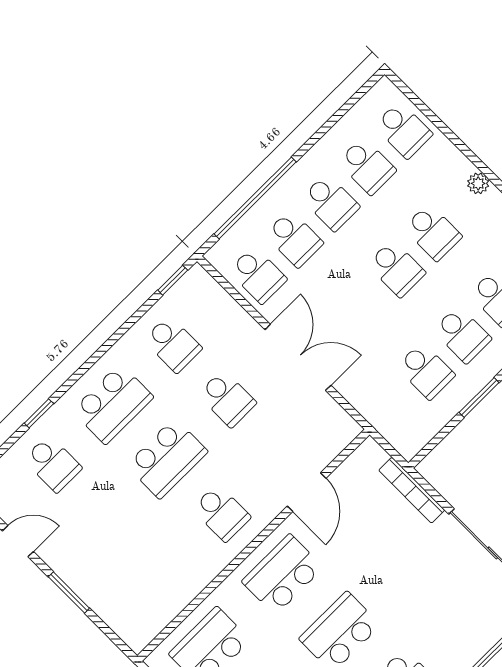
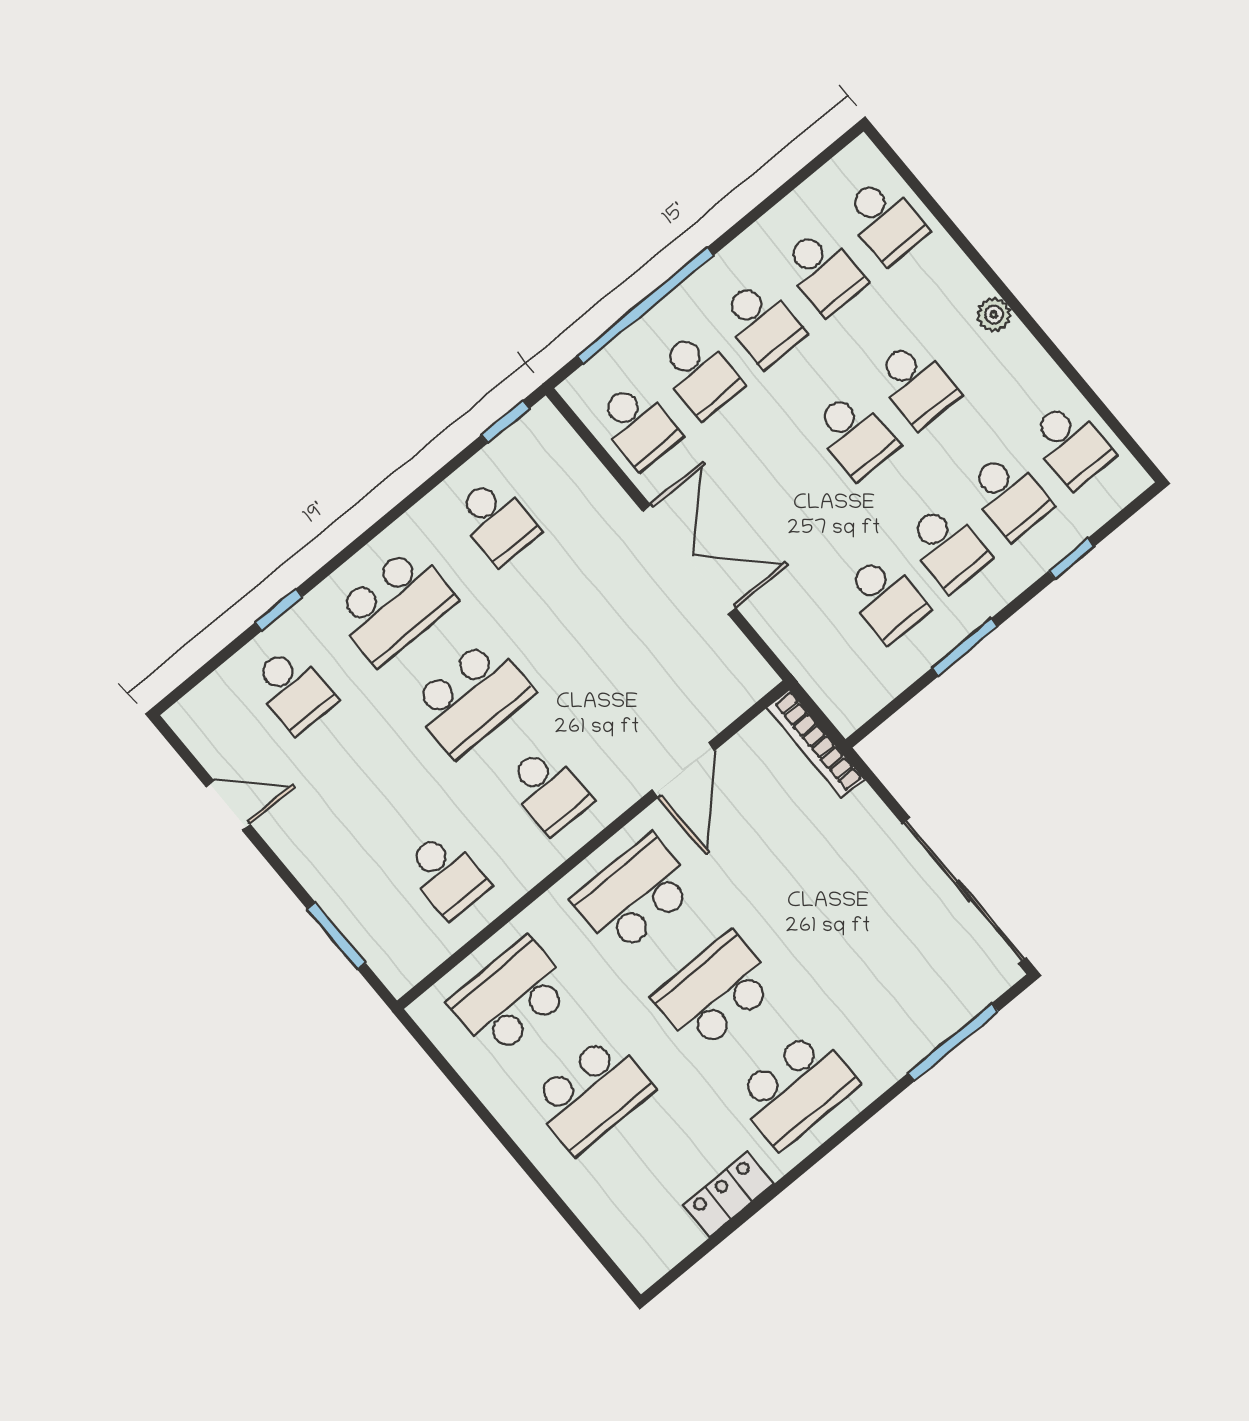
school desk: (227, 399) -> (446, 875), moved
bookcase: (412, 490) -> (816, 744), moved
window: (69, 592) -> (336, 936), moved

